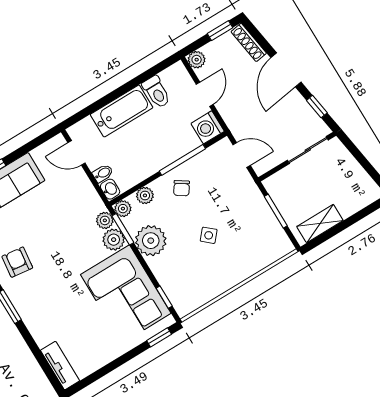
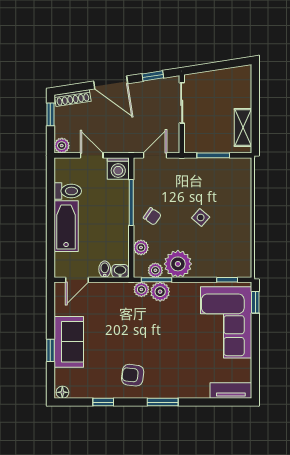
plant: (123, 209) -> (155, 270), moved
corner sofa: (126, 294) -> (226, 322), moved, turned 90

